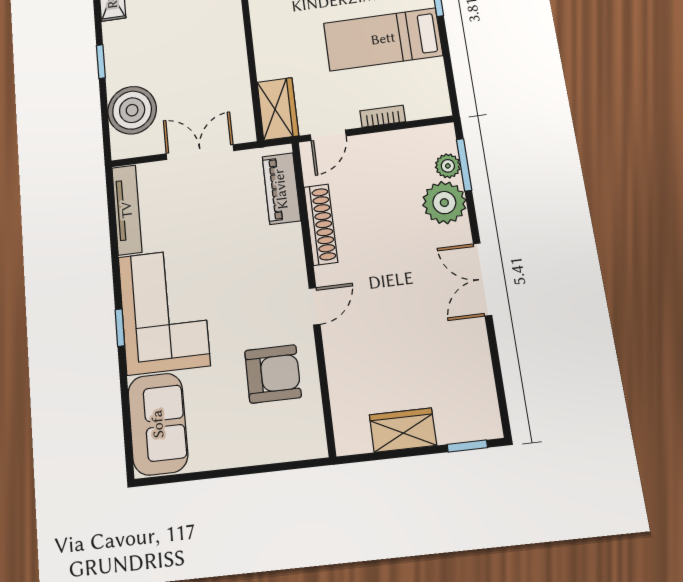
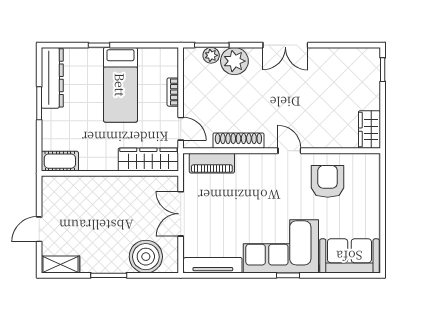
window: (101, 62) -> (109, 275), width x1.50
wardrobe: (278, 109) -> (148, 159), width x1.50
wardrobe: (403, 430) -> (369, 130), moved

